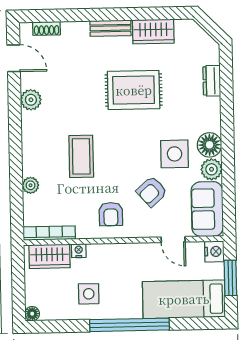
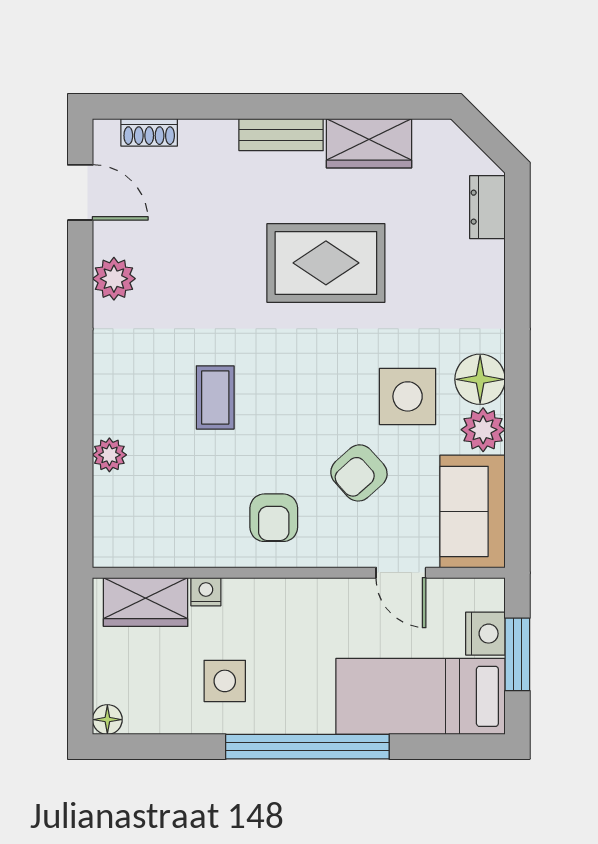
dresser: (212, 81) -> (487, 207), moved
coffee table: (81, 156) -> (215, 397), width x0.73, depth x0.77
bookcase: (49, 233) -> (146, 554), removed
nightstand: (214, 251) -> (485, 634), moved

